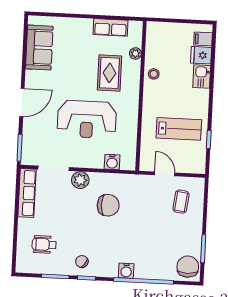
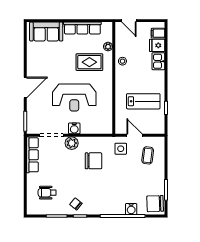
door: (165, 20) -> (129, 21), added
row of seats: (111, 27) -> (82, 28), width x1.48
sofa: (39, 48) -> (46, 32), moved, turned 90
rug: (110, 73) -> (89, 62), turned 90
water cooler: (112, 162) -> (74, 128), moved
side table: (145, 191) -> (121, 149), added
chair: (188, 267) -> (155, 204), turned -92
water cooler: (126, 271) -> (131, 209), moved

